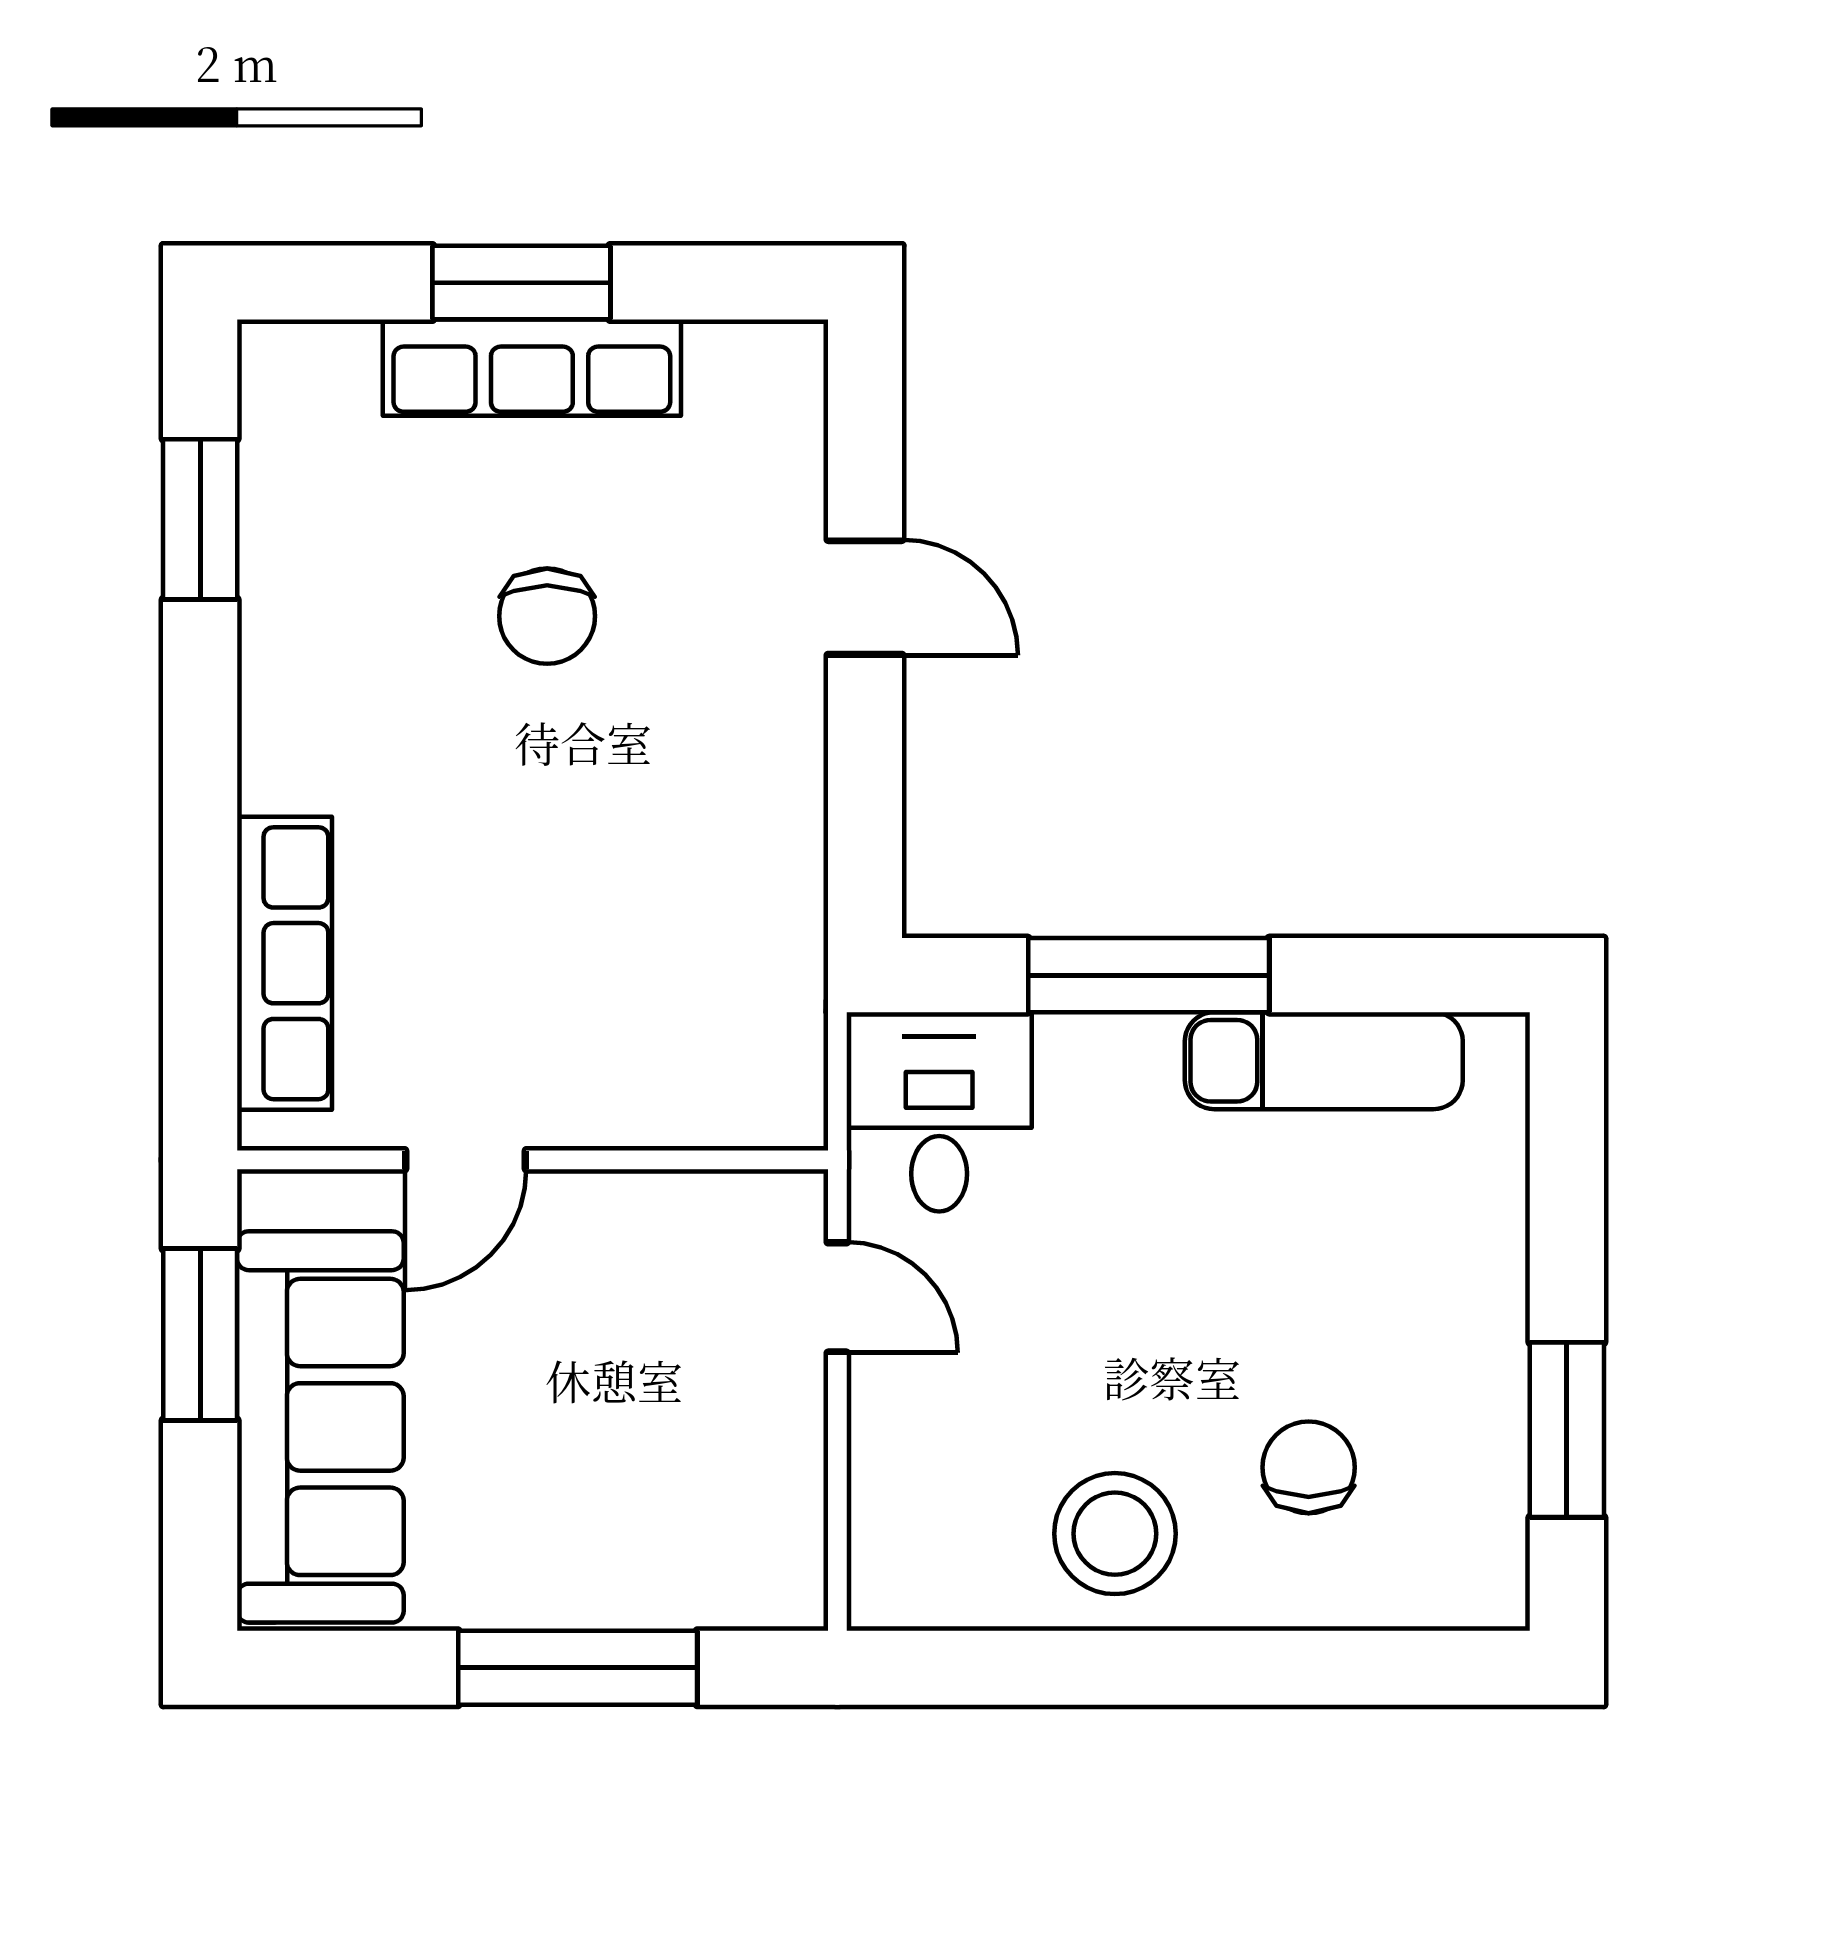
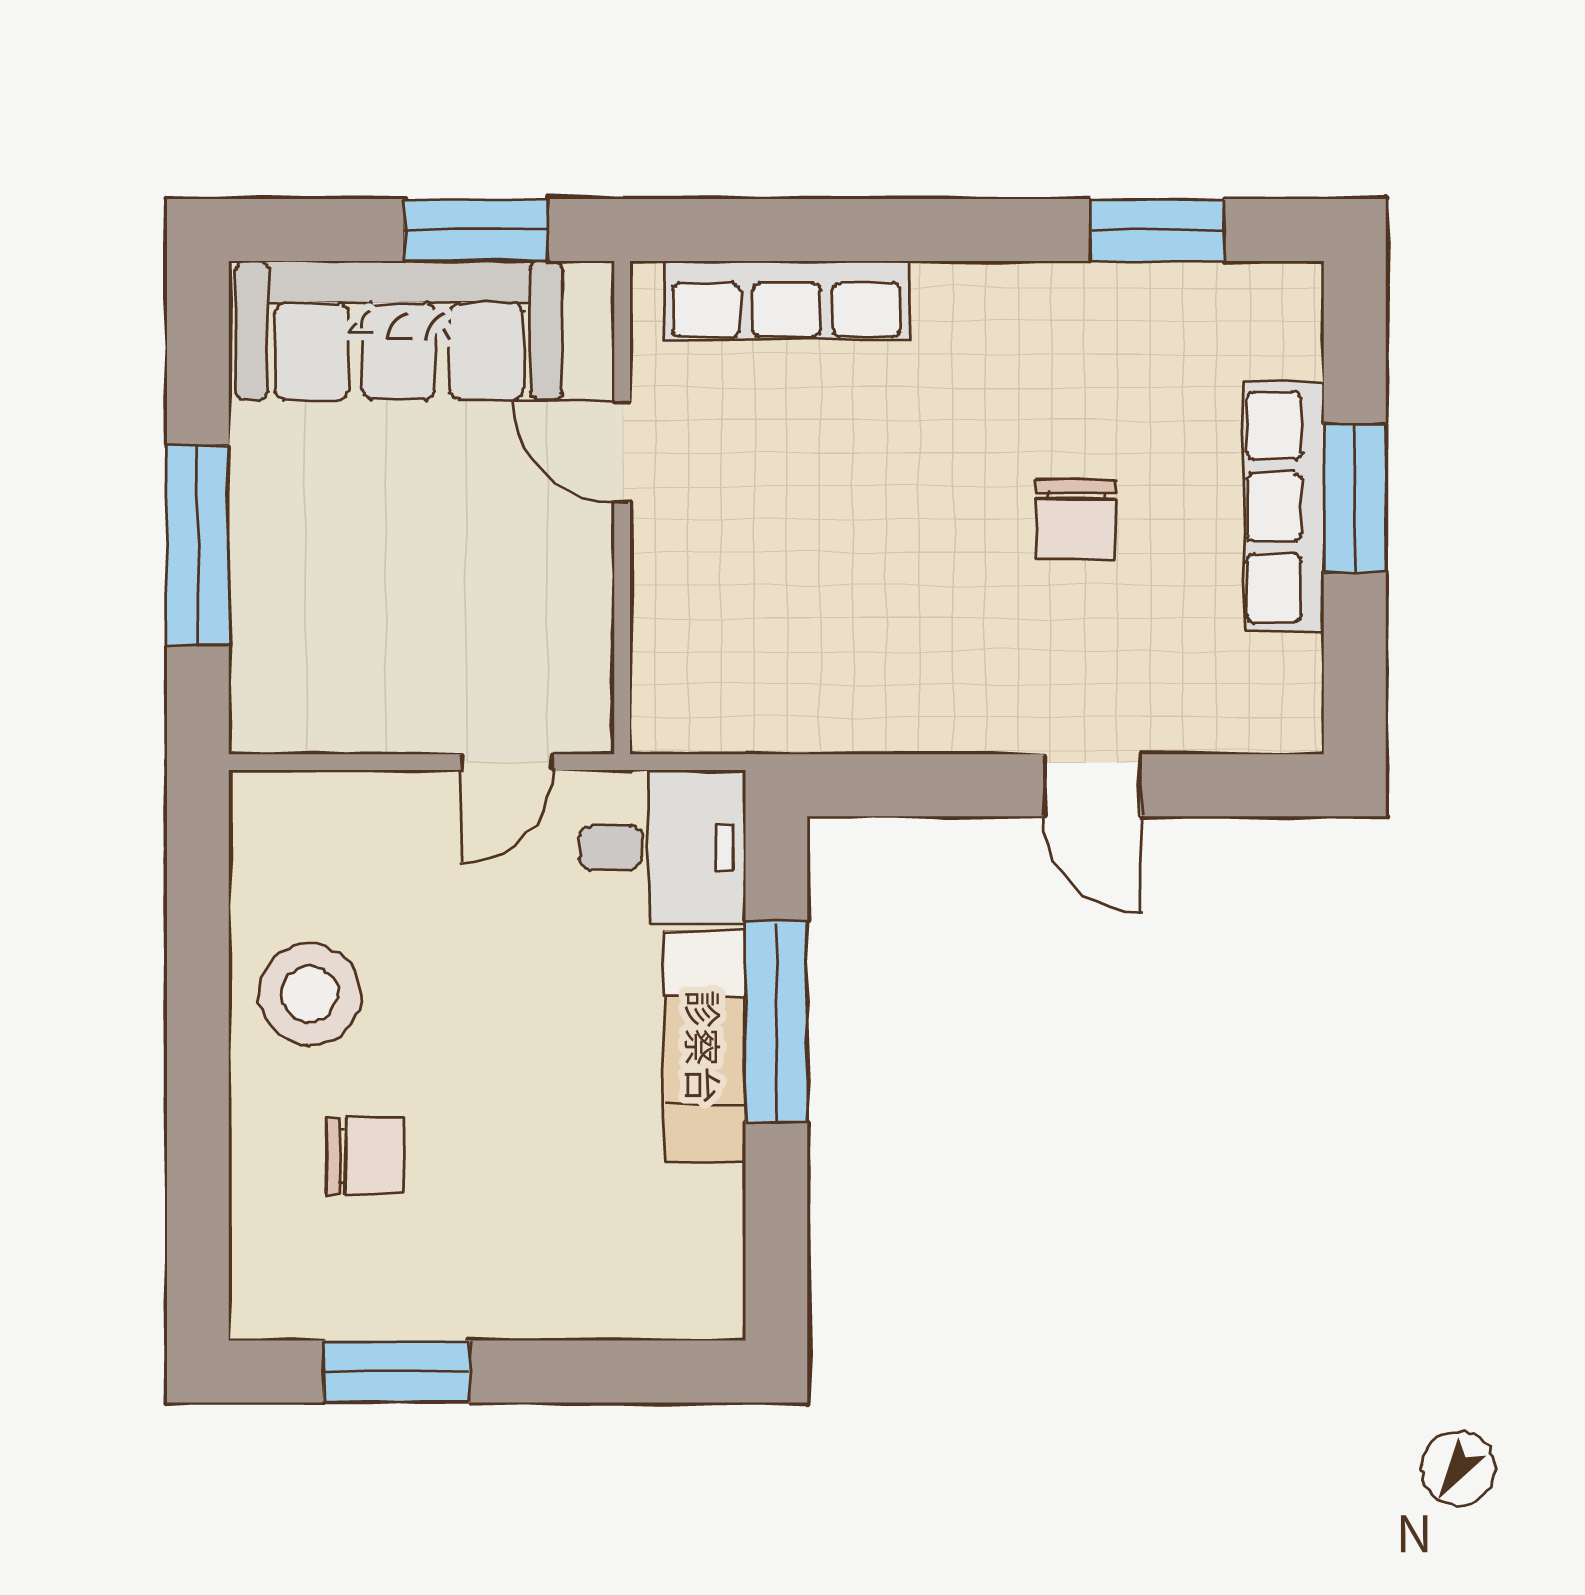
door: (865, 597) -> (1092, 785), hinge flipped
chair: (547, 616) -> (1076, 520), turned -90
exam couch: (1324, 1061) -> (705, 1047), moved

